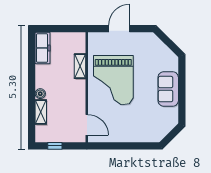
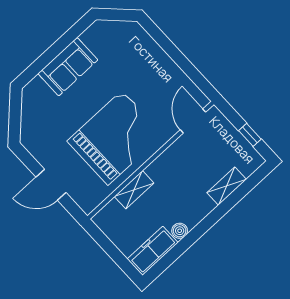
boiler: (40, 94) -> (180, 231), moved

